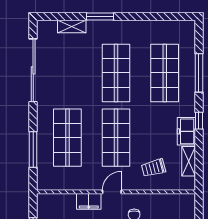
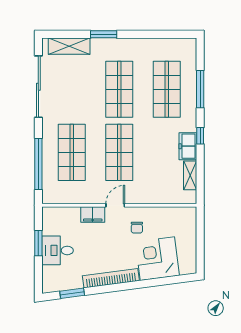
shelving: (72, 27) -> (69, 46), width x1.50, depth x1.33
window: (33, 150) -> (38, 164), width x1.46
trolley: (154, 168) -> (156, 182), removed

